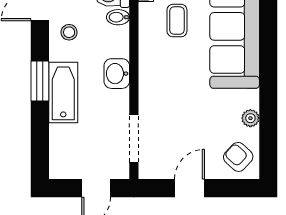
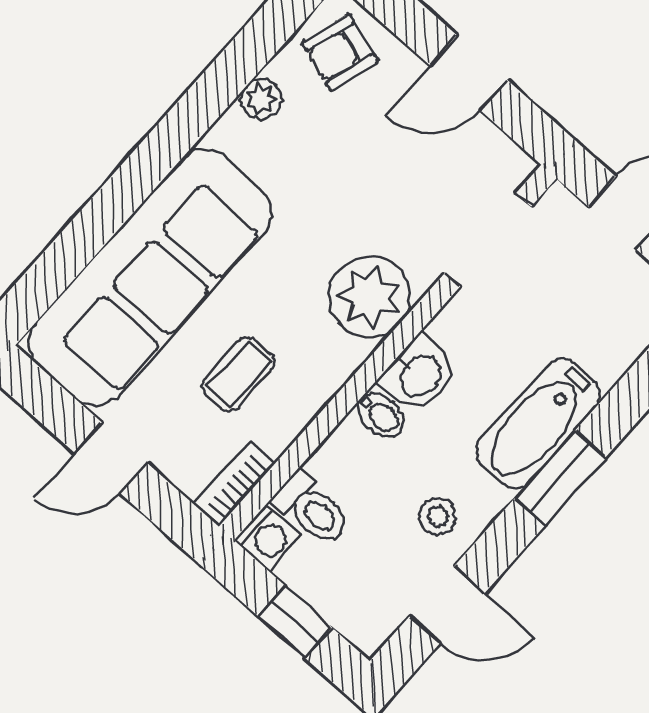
bidet: (118, 17) -> (380, 415), moved
plant: (156, 85) -> (370, 297), added
armchair: (238, 157) -> (340, 52), turned 64

